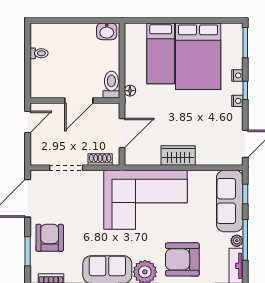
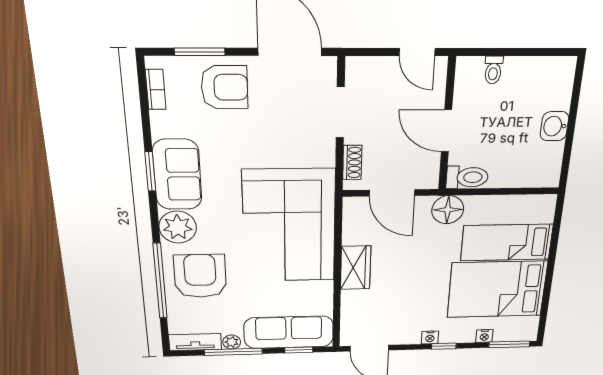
washbasin: (107, 31) -> (554, 126), moved
toilet: (39, 53) -> (493, 70), moved
nightstand: (237, 75) -> (484, 336), moved
floor lamp: (130, 91) -> (448, 210), width x1.89, depth x1.89

